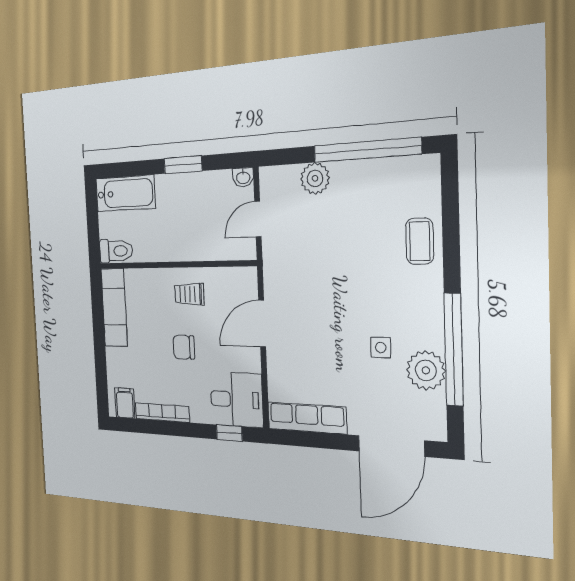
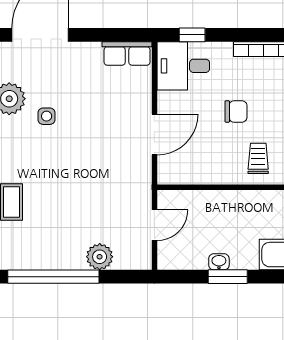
washbasin: (243, 177) -> (219, 262), moved
trolley: (189, 294) -> (258, 158), moved, turned -90
row of seats: (307, 418) -> (127, 53), width x0.68

